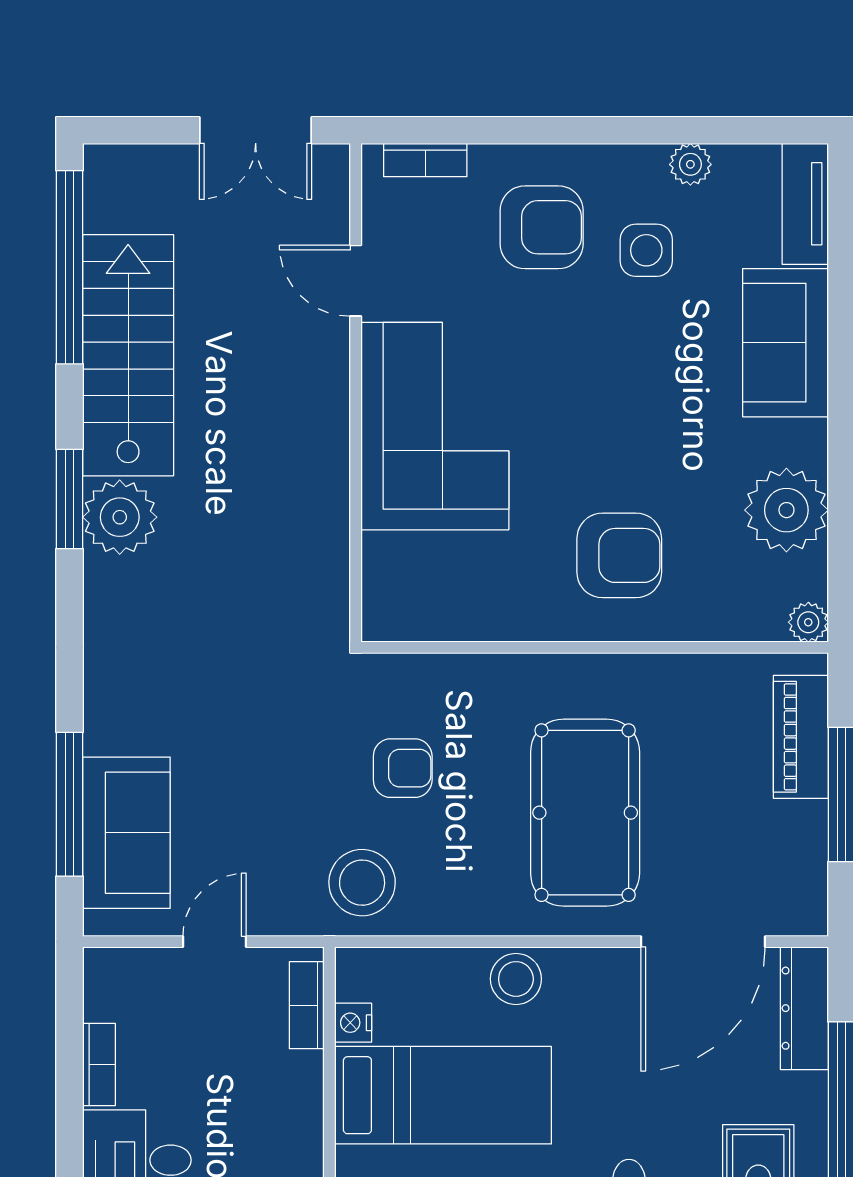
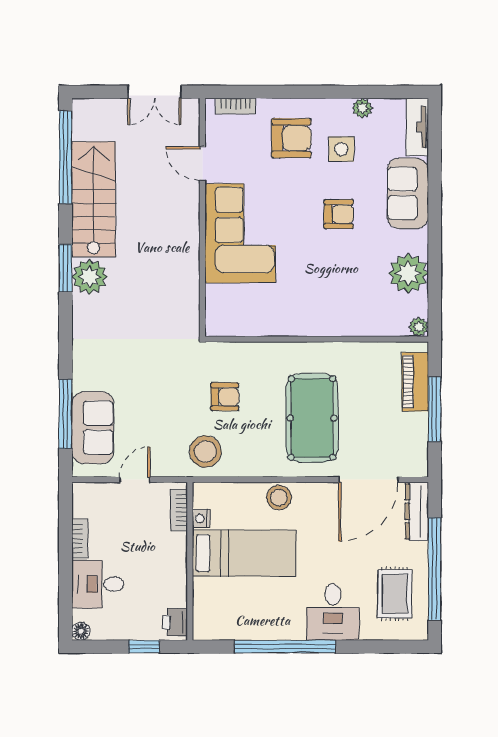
armchair: (619, 555) -> (339, 214), moved, width x0.72, depth x0.72

